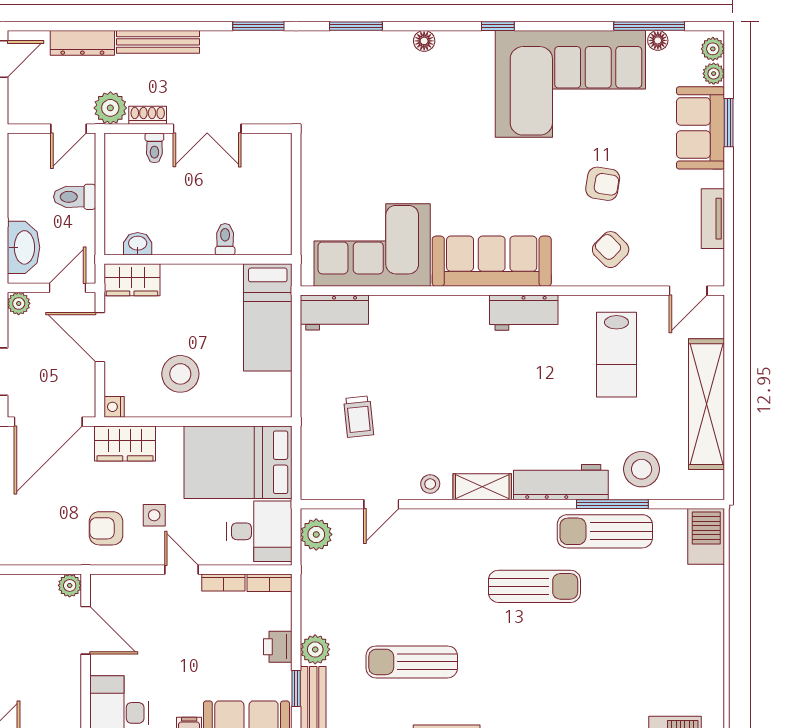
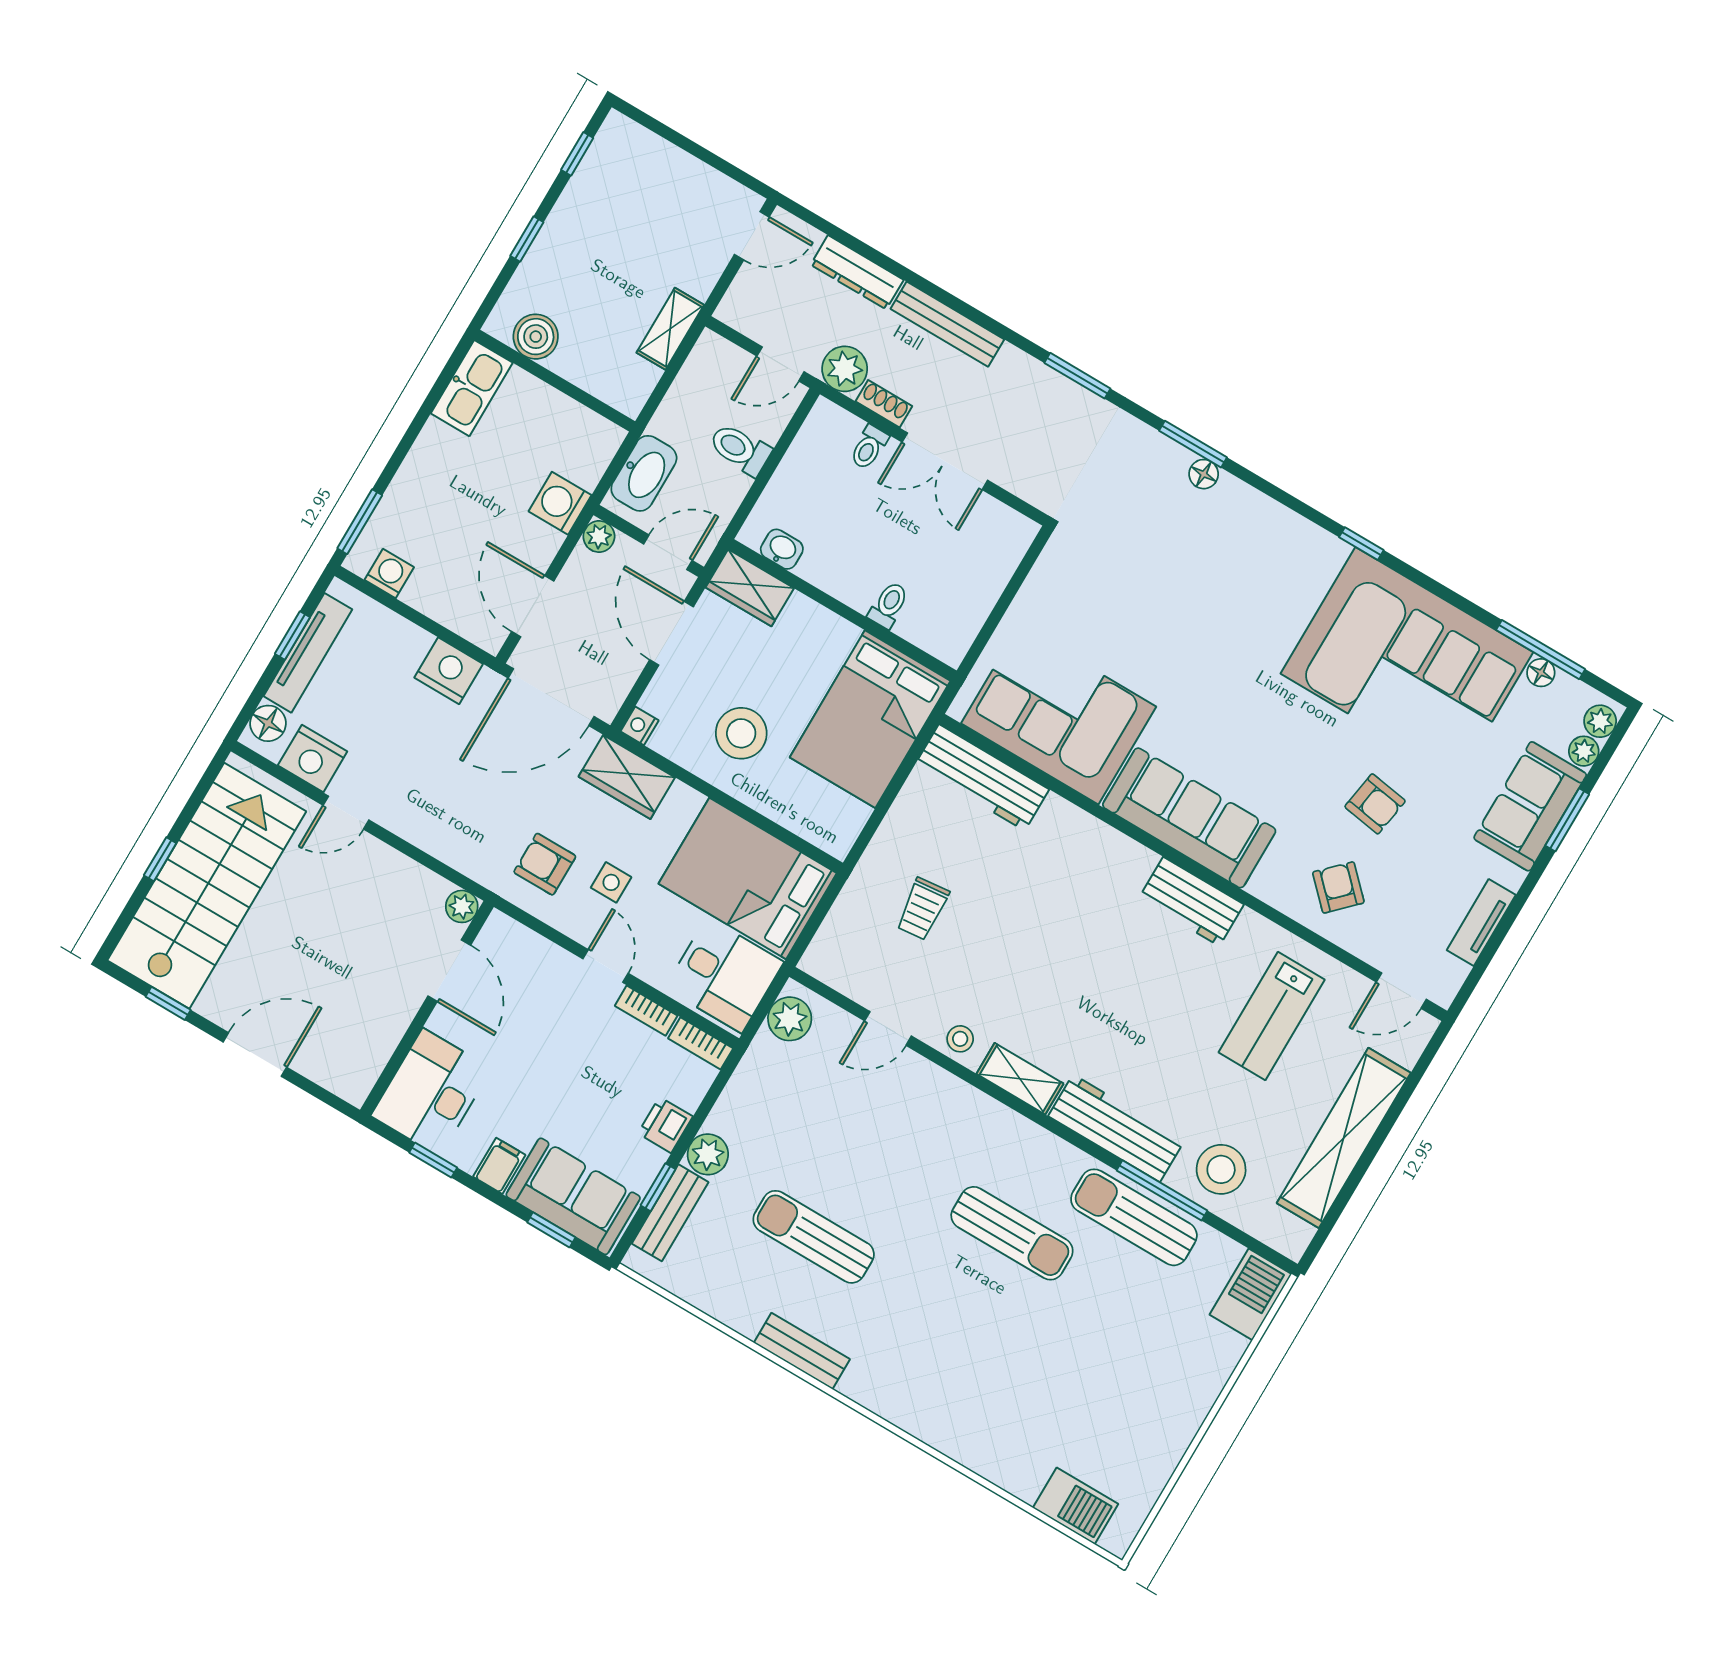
floor lamp: (424, 41) -> (1204, 474), moved
workbench: (334, 313) -> (982, 777), width x1.38
bed: (268, 317) -> (870, 719), width x1.50

